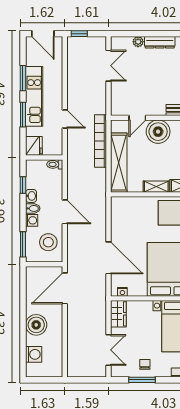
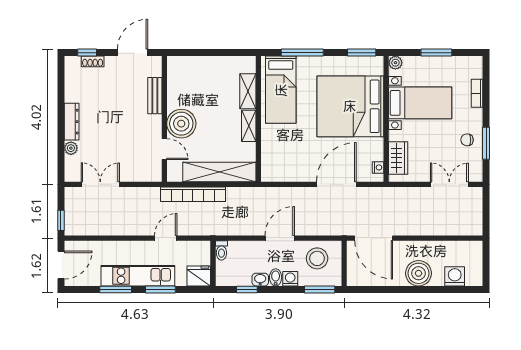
wardrobe: (118, 314) -> (398, 158), moved, turned 90

